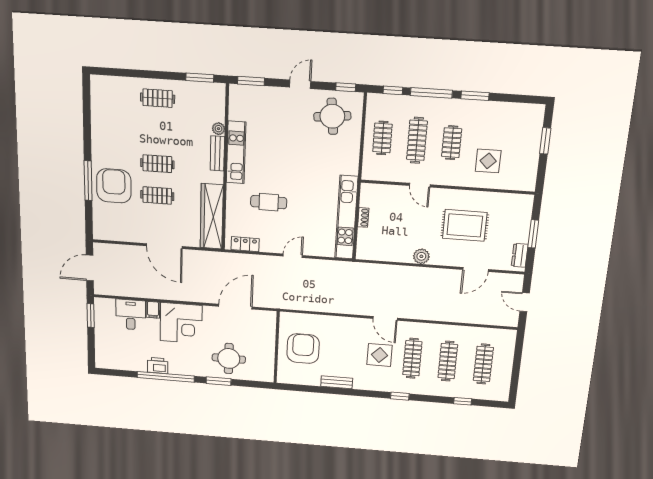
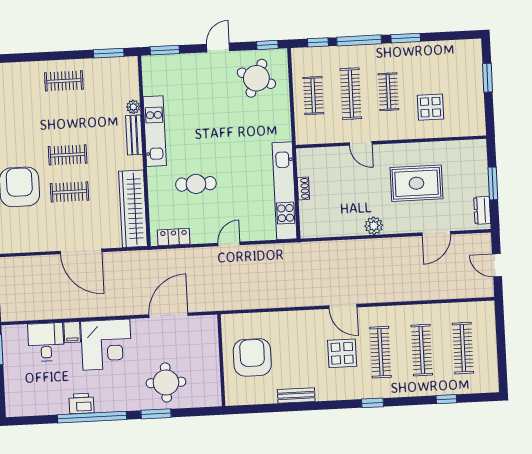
round table: (332, 116) -> (256, 78), turned 30

